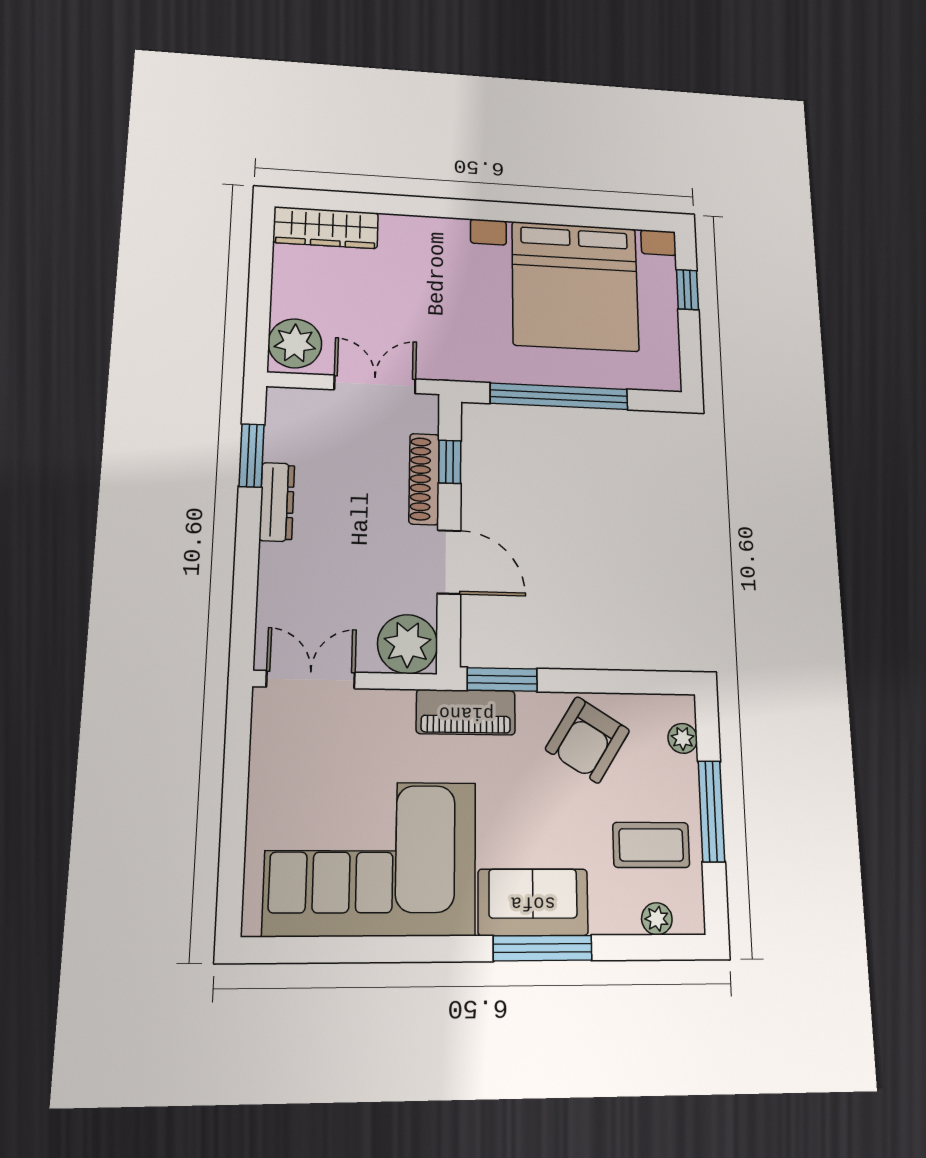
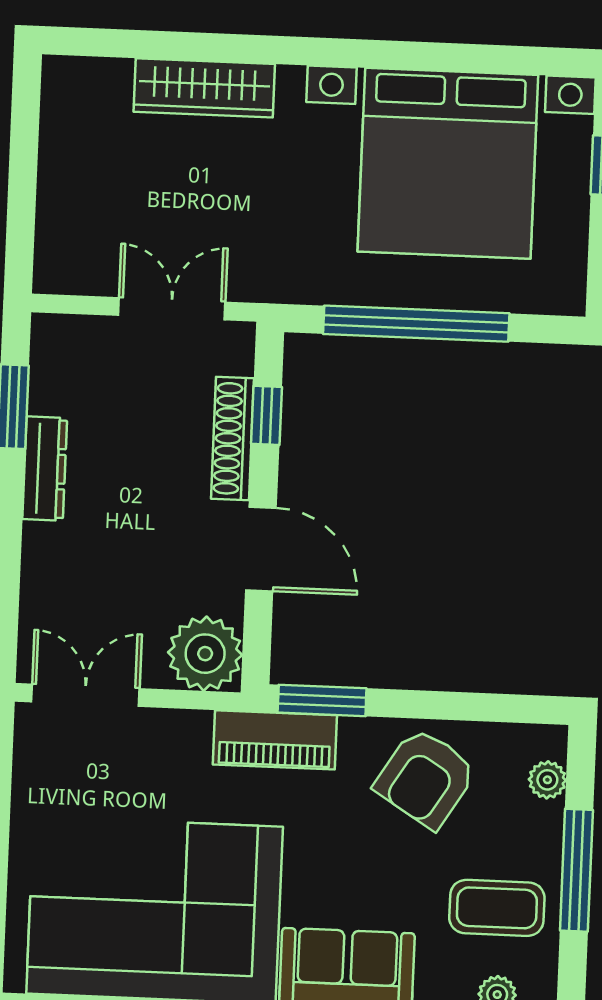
wardrobe: (326, 228) -> (204, 88), moved
plant: (295, 343) -> (68, 252), removed

